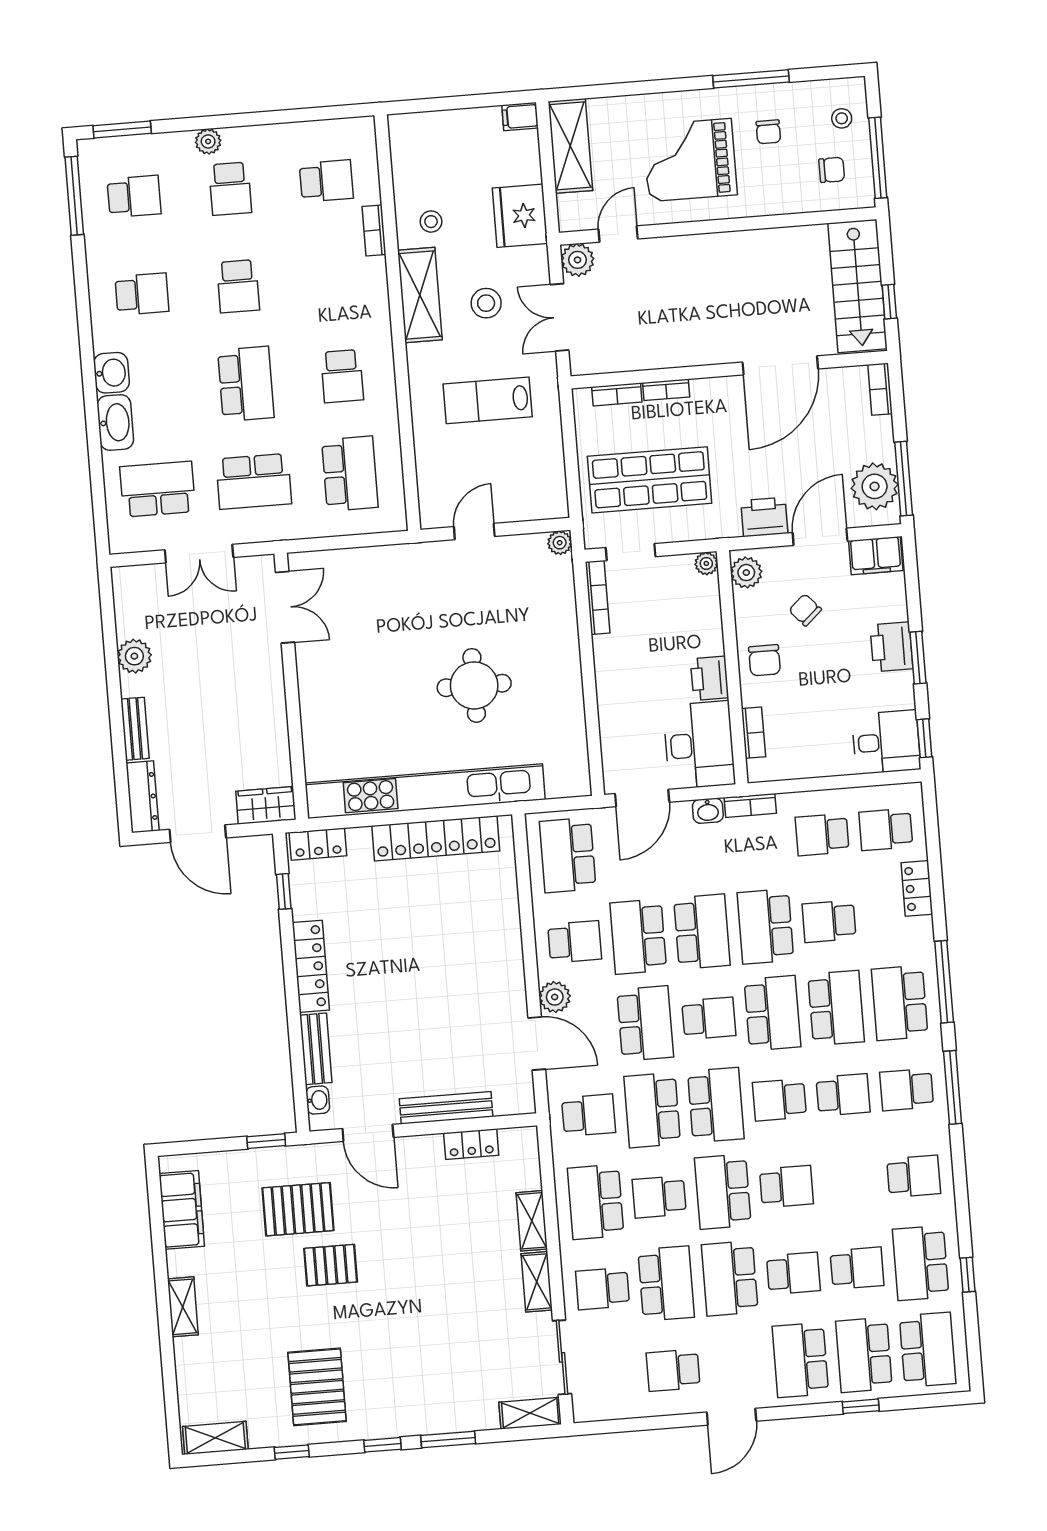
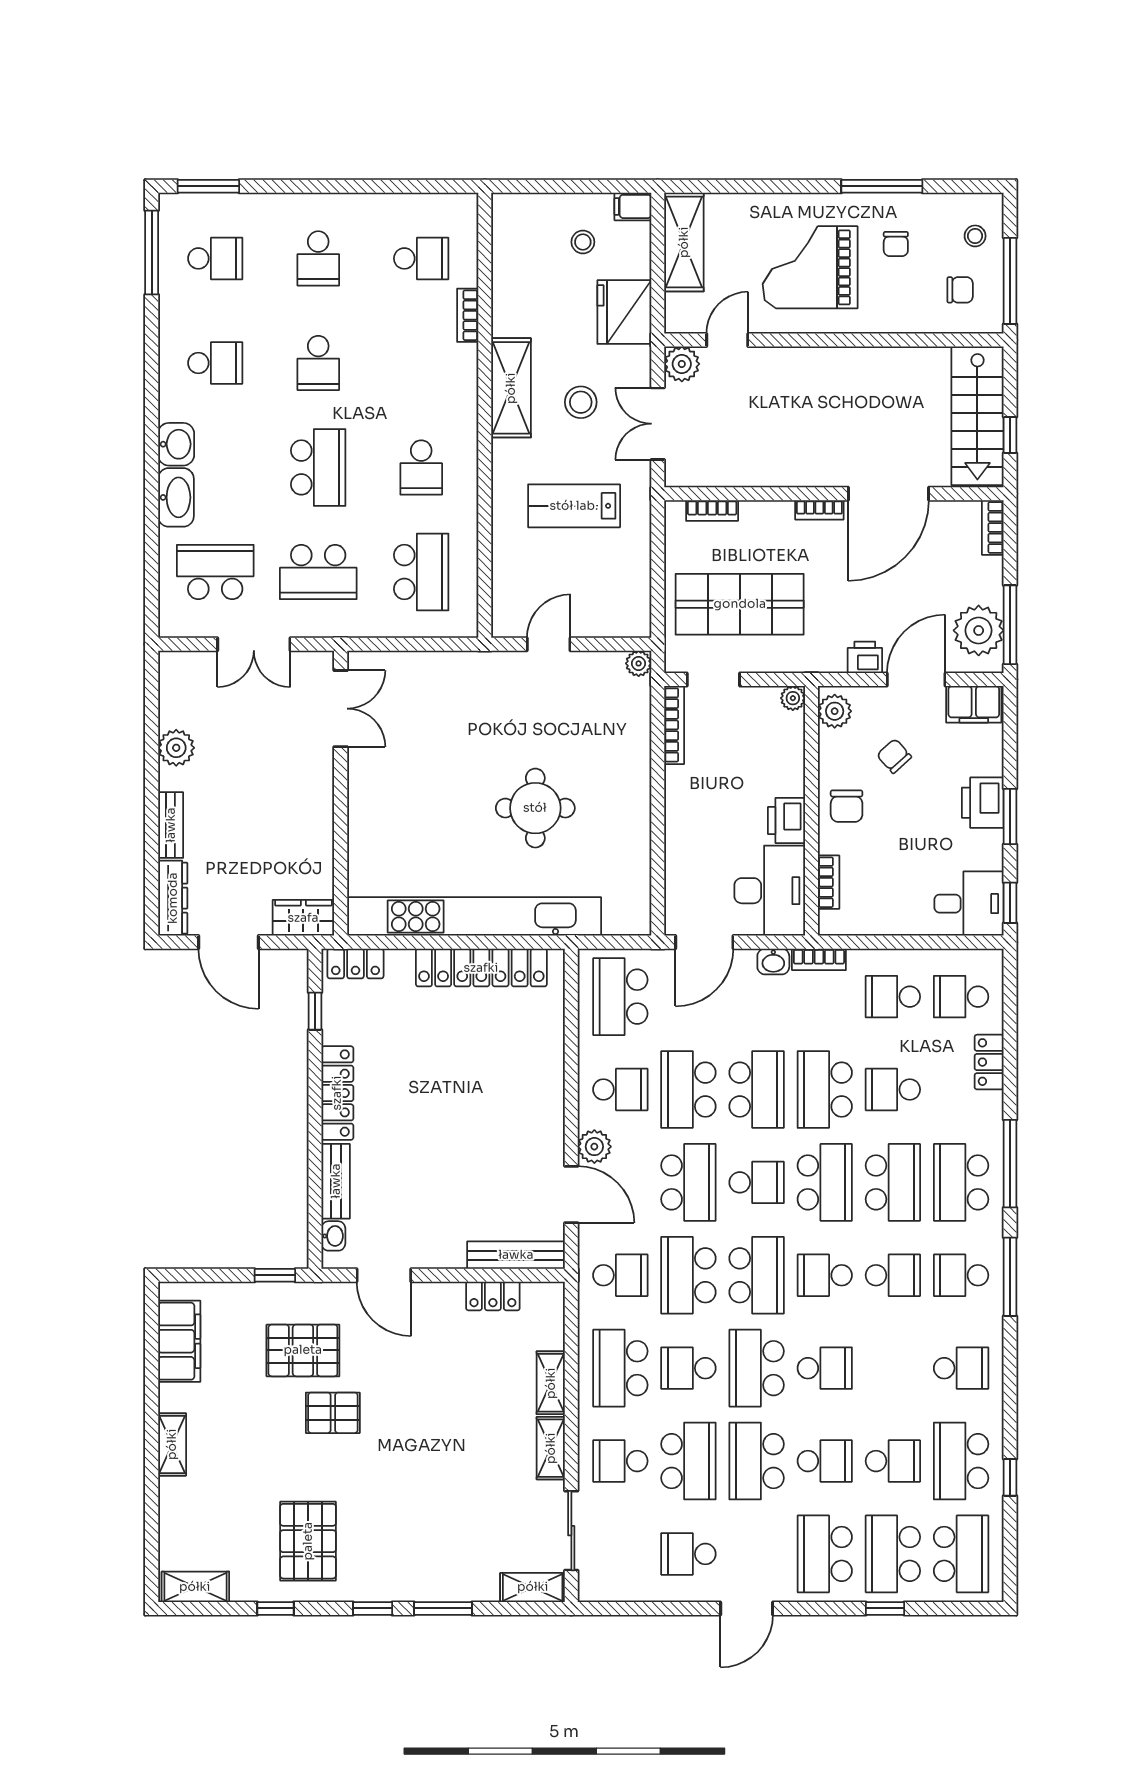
plant: (208, 141) -> (299, 206), removed
stool: (431, 222) -> (583, 242), moved
bookcase: (666, 390) -> (819, 510), moved
printer: (764, 517) -> (865, 657), width x0.73, depth x0.81
bench: (446, 1108) -> (516, 1255), moved

